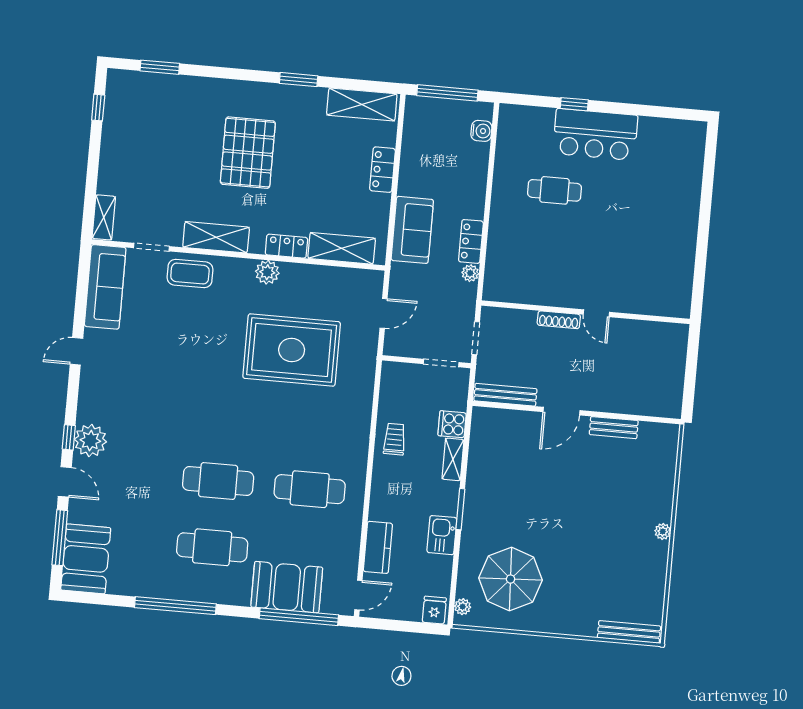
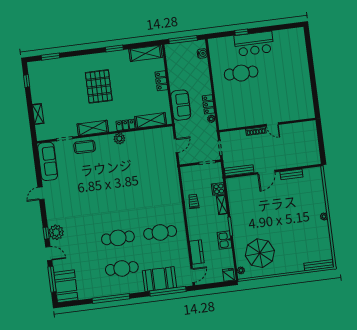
cafe table: (555, 190) -> (241, 73), width x1.37, depth x1.35
shelving: (104, 217) -> (38, 114), moved
rug: (292, 350) -> (138, 171), removed

